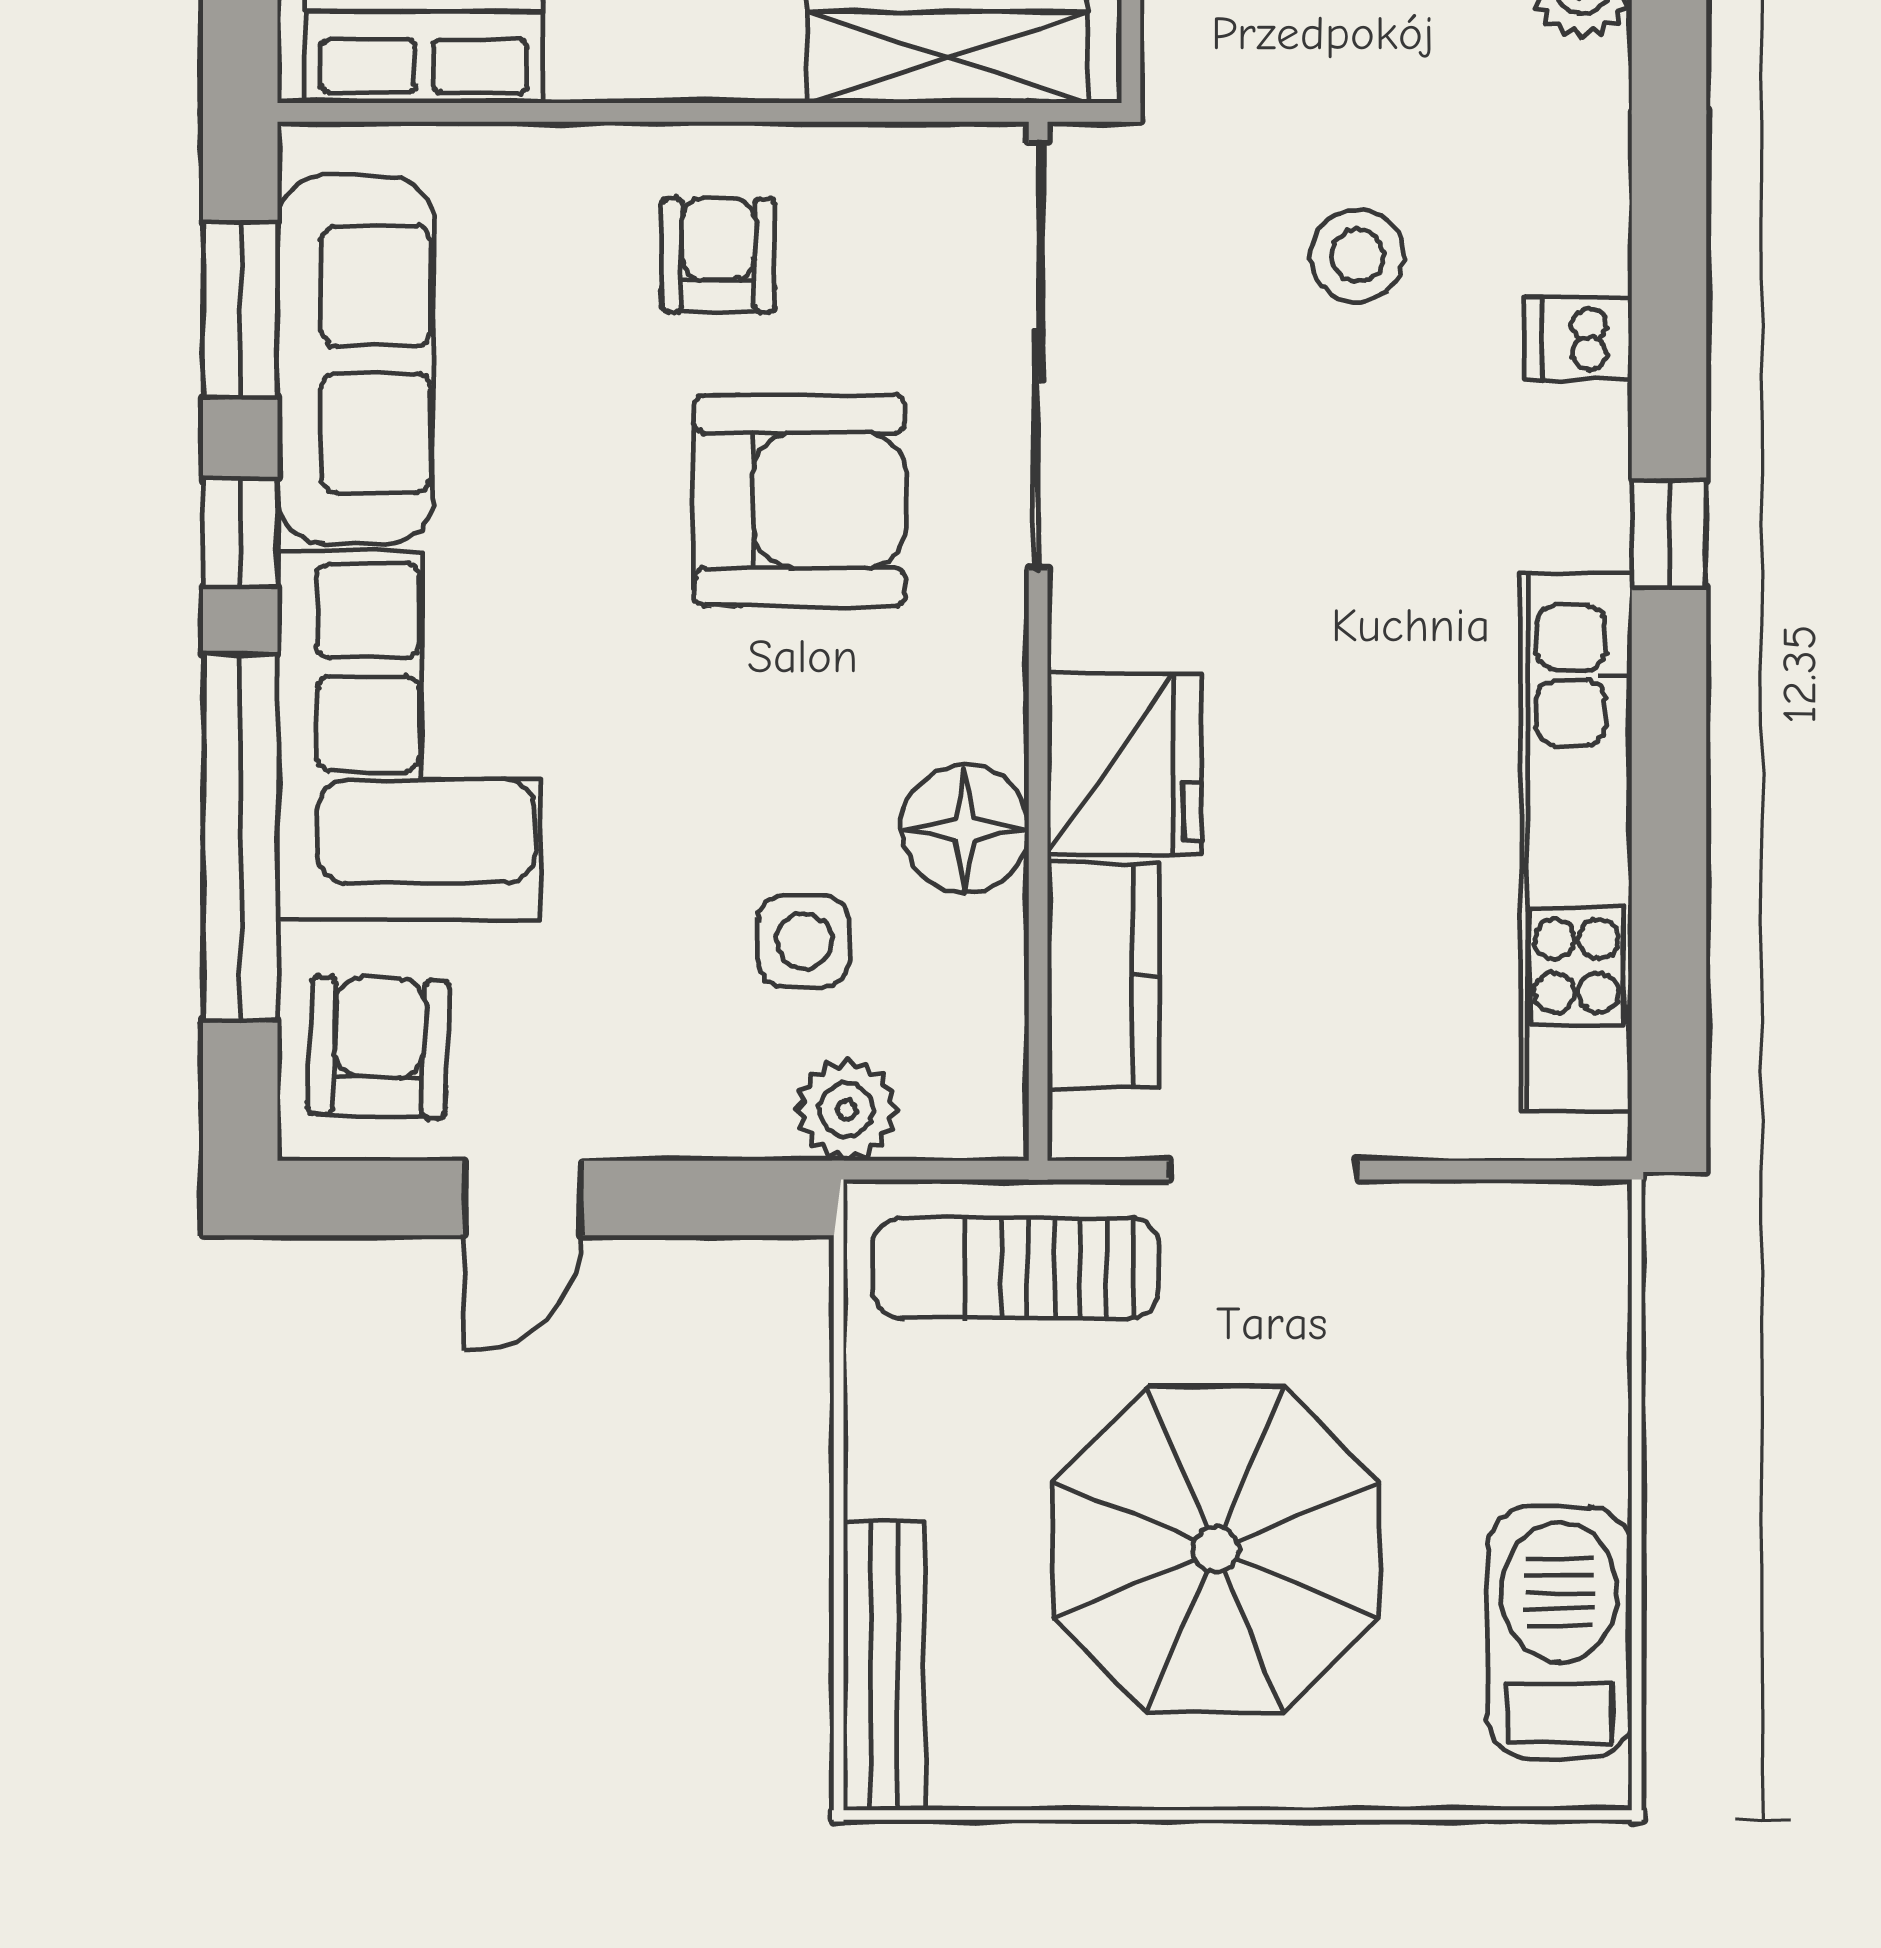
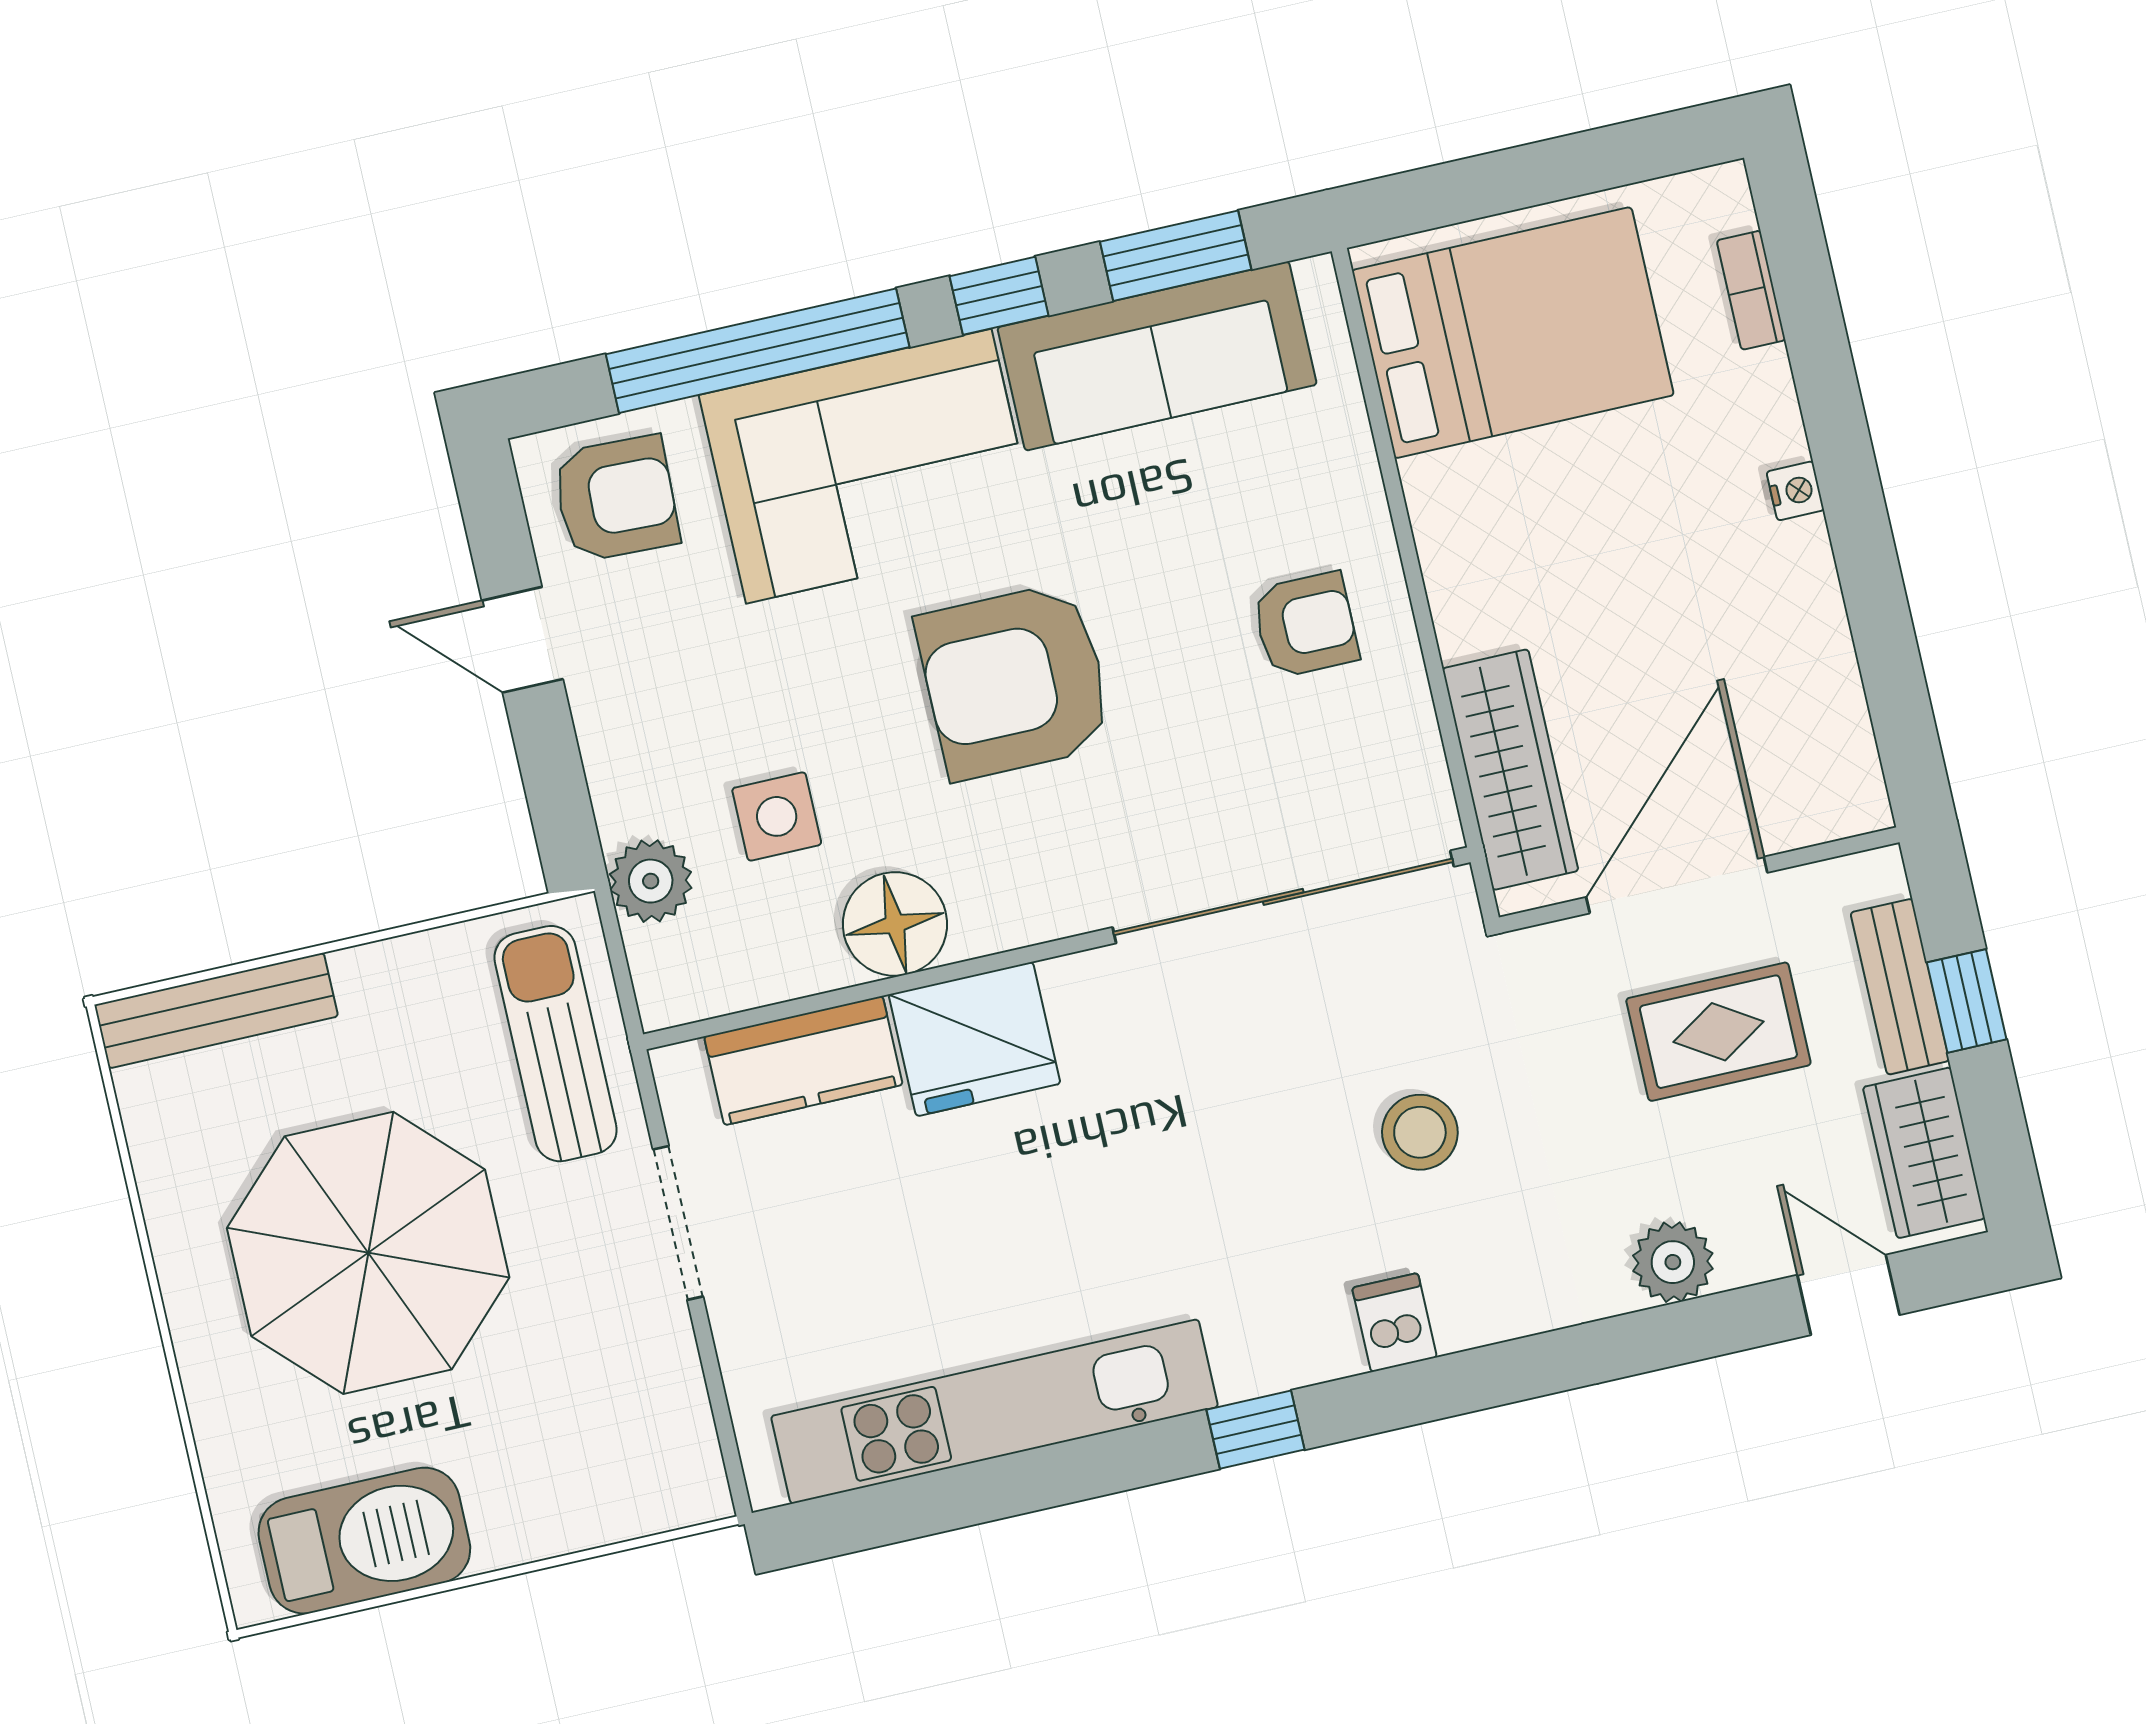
armchair: (800, 501) -> (1015, 681), moved, turned 90

